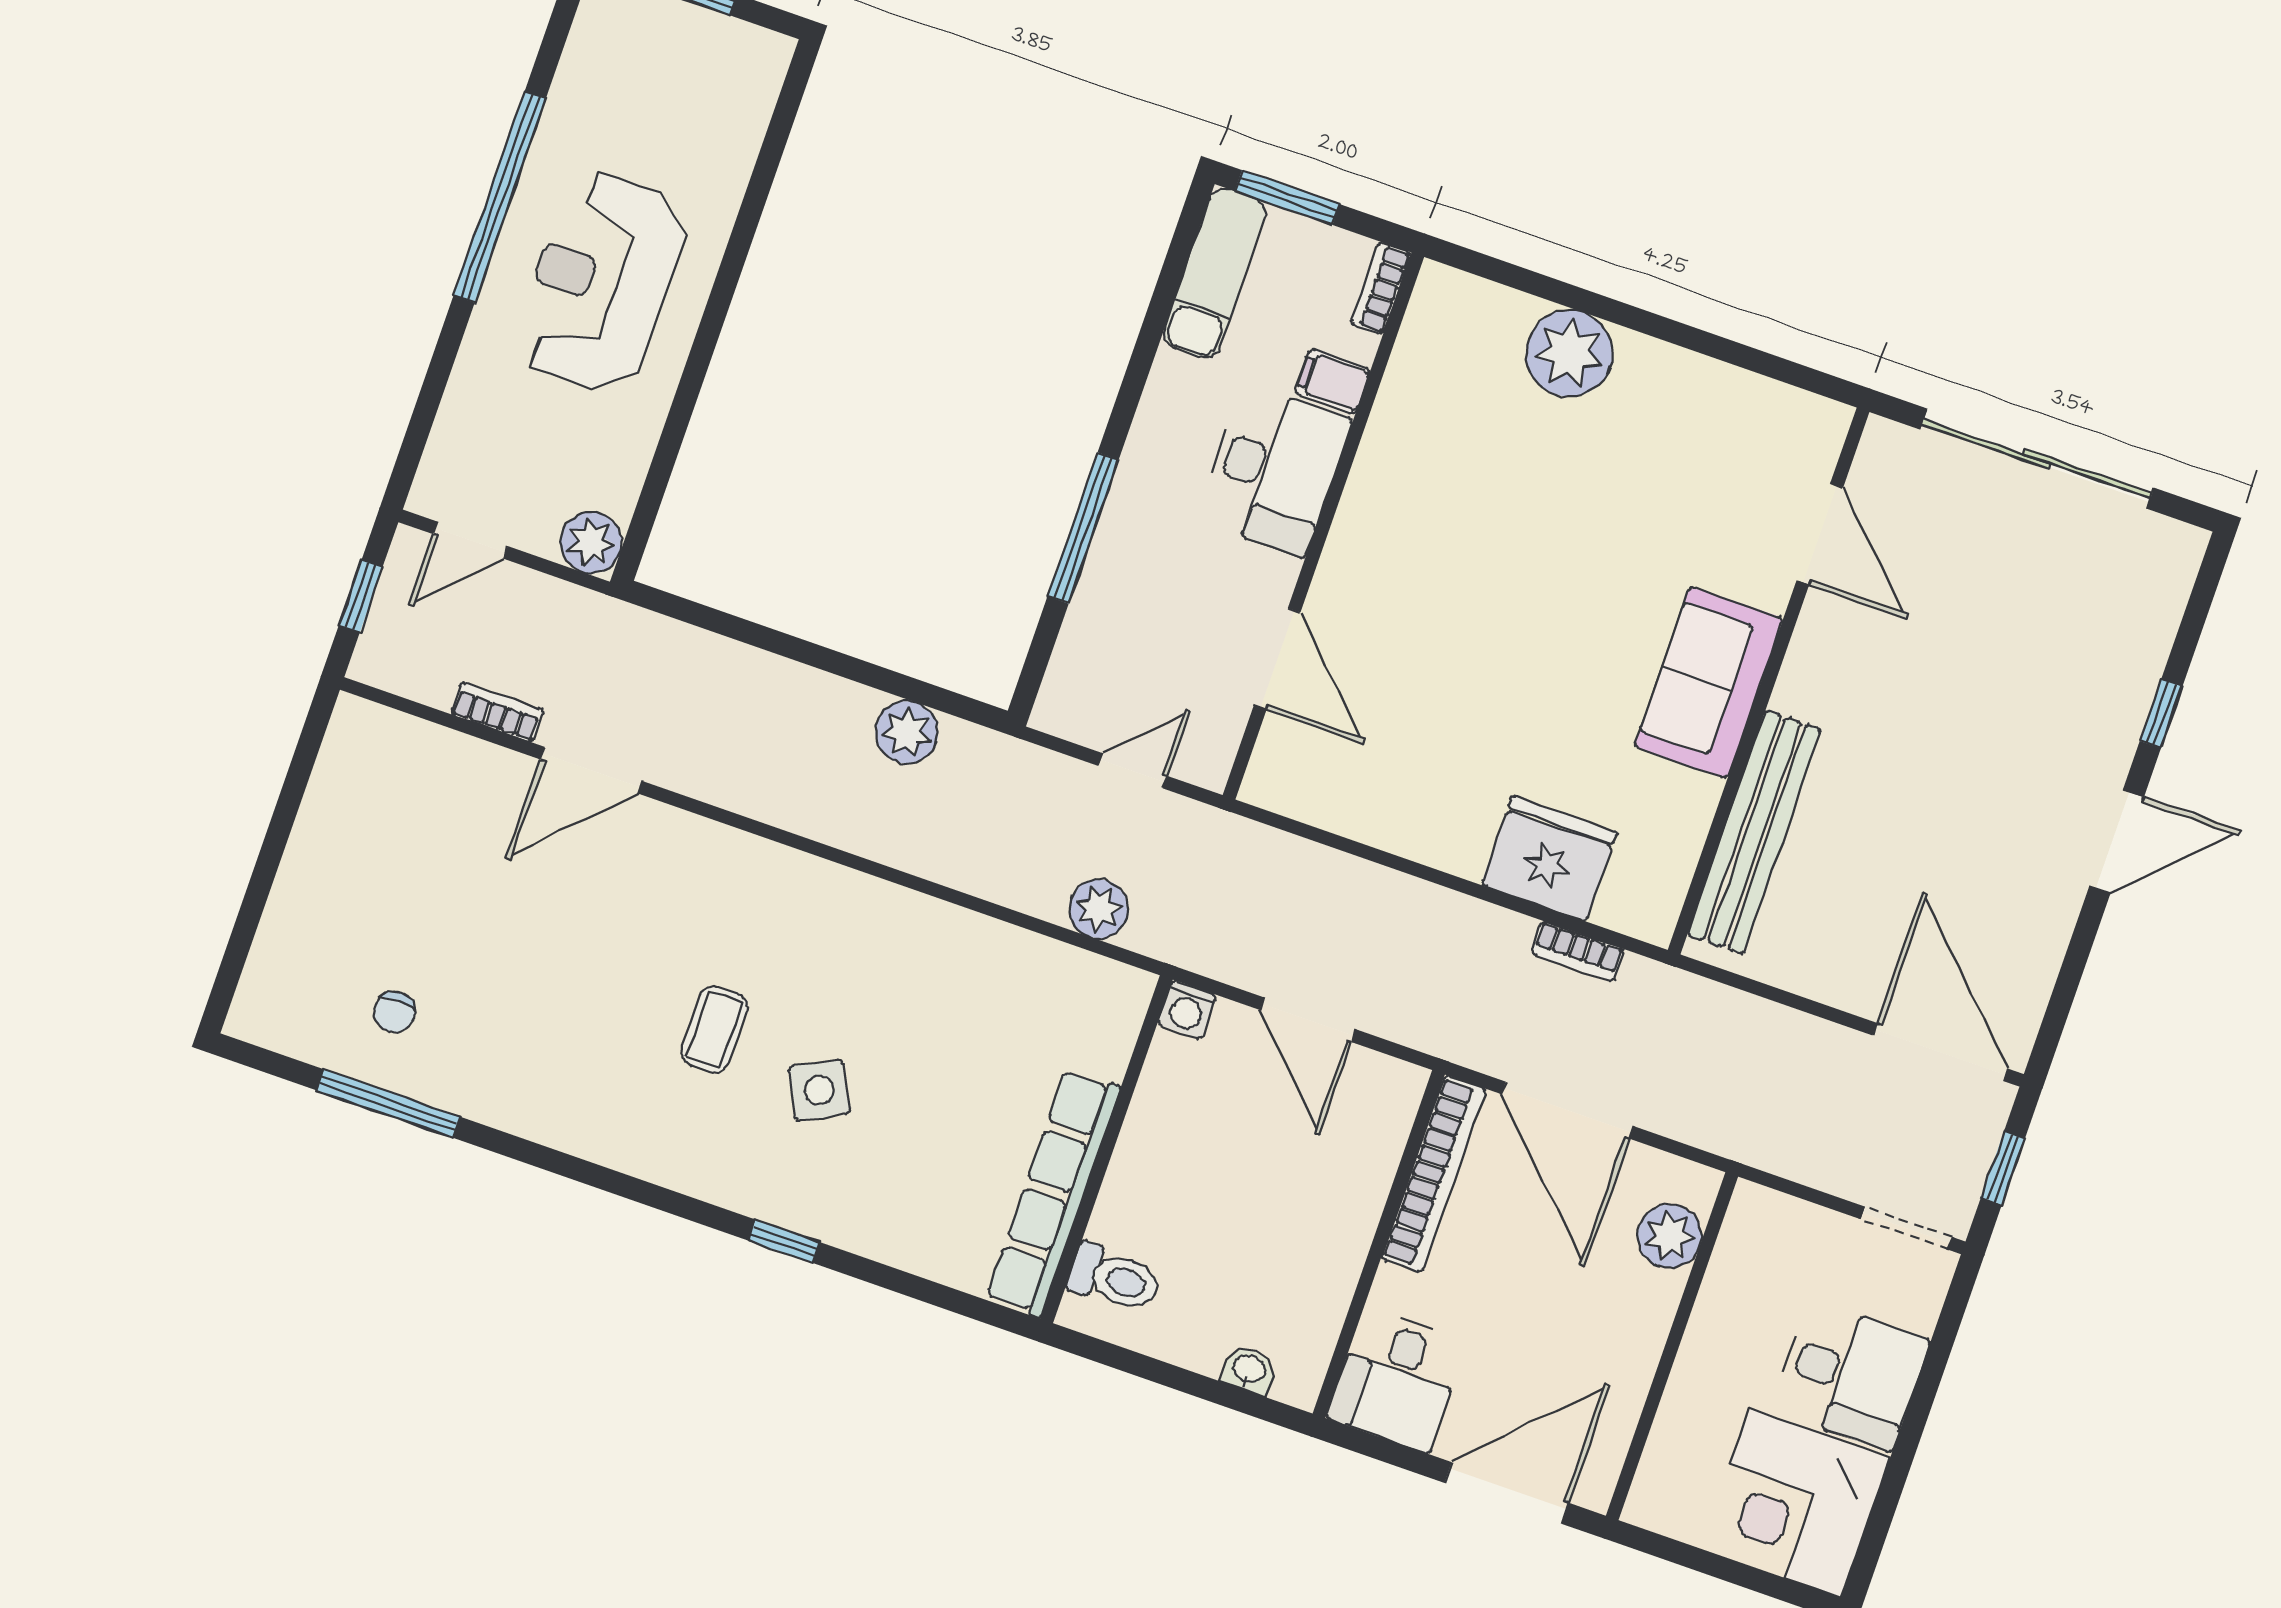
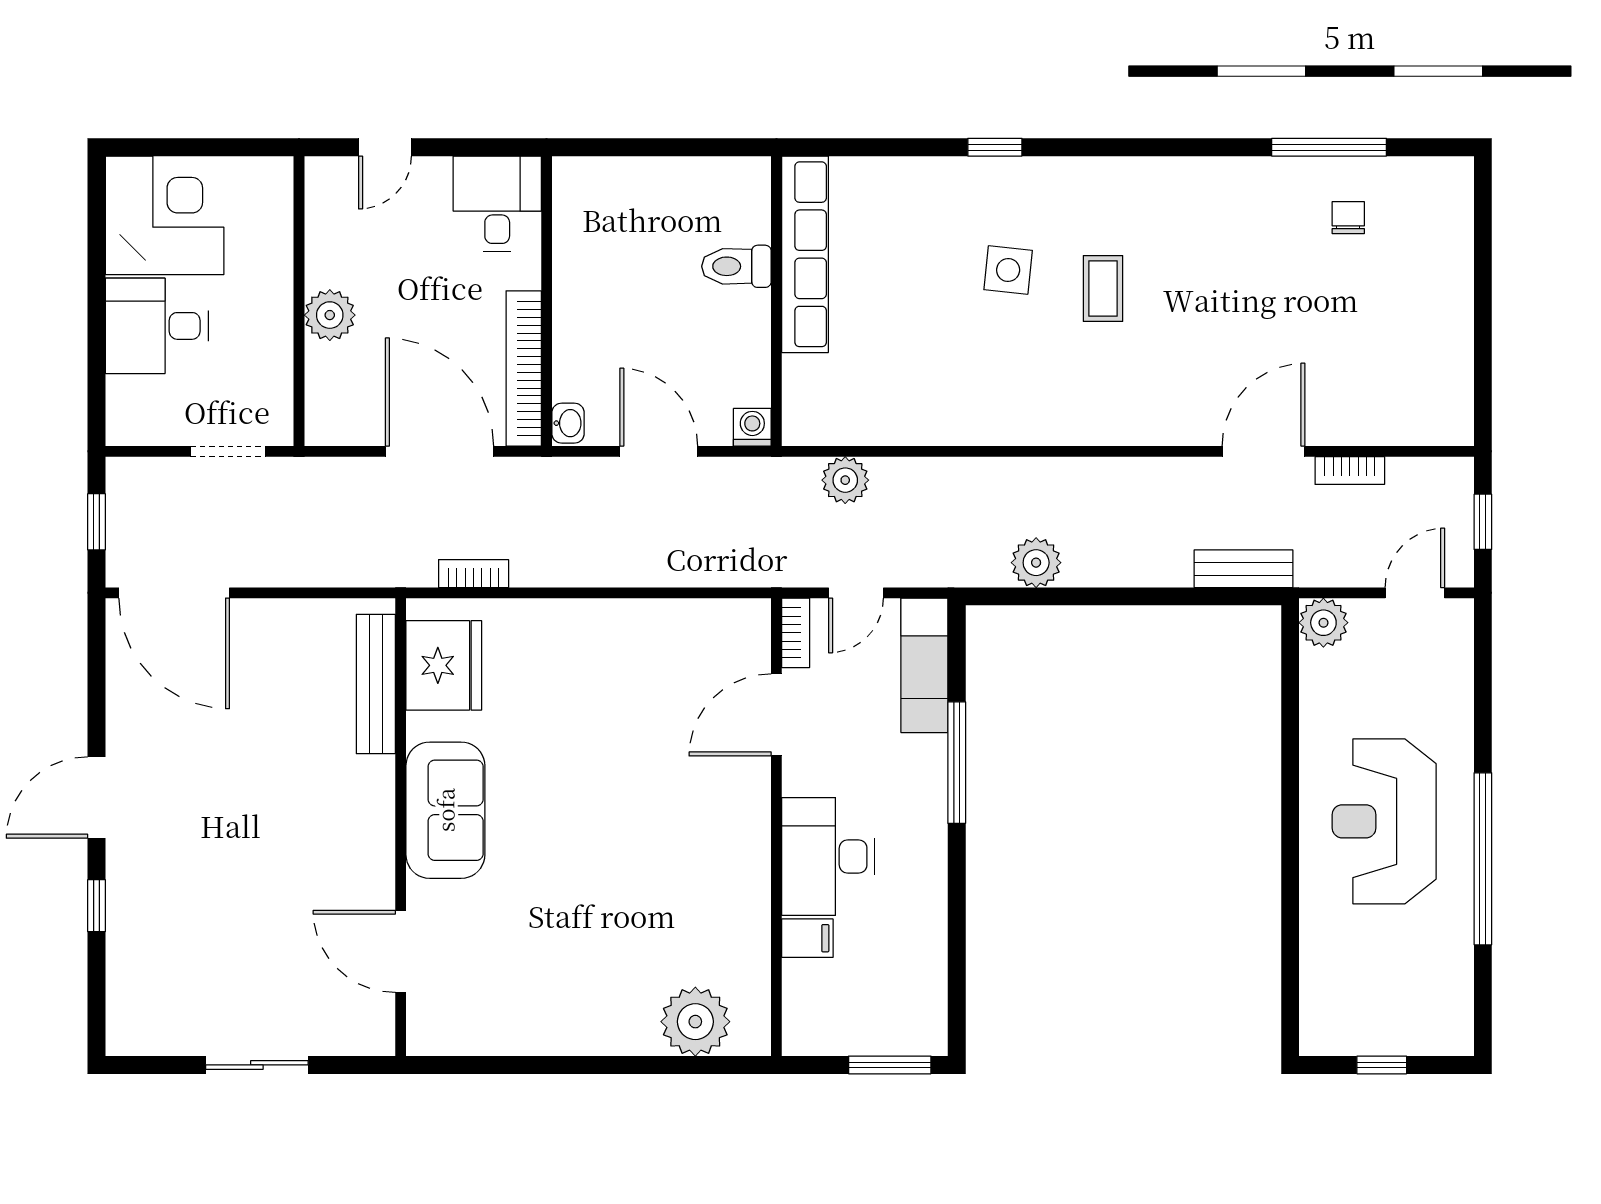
exam couch: (1215, 273) -> (924, 665), moved
reception desk: (601, 282) -> (1384, 821), turned 180
bookcase: (1381, 288) -> (796, 633), moved
plant: (1569, 353) -> (695, 1022), moved
sliding door: (2037, 459) -> (257, 1065), width x0.54
bench: (663, 639) -> (1244, 569), added
door: (1277, 659) -> (776, 715), hinge flipped
bench: (1754, 832) -> (376, 684), width x0.73, depth x0.82
fridge: (1549, 859) -> (444, 665), moved, turned -90
side table: (819, 1090) -> (1008, 270), turned 33
doorway: (1906, 1228) -> (228, 451), moved
plant: (1669, 1236) -> (330, 315), moved
toilet: (1115, 1278) -> (736, 266), moved
washbasin: (1249, 1370) -> (568, 423), moved, turned -90
door: (1507, 1493) -> (385, 147), width x0.53

